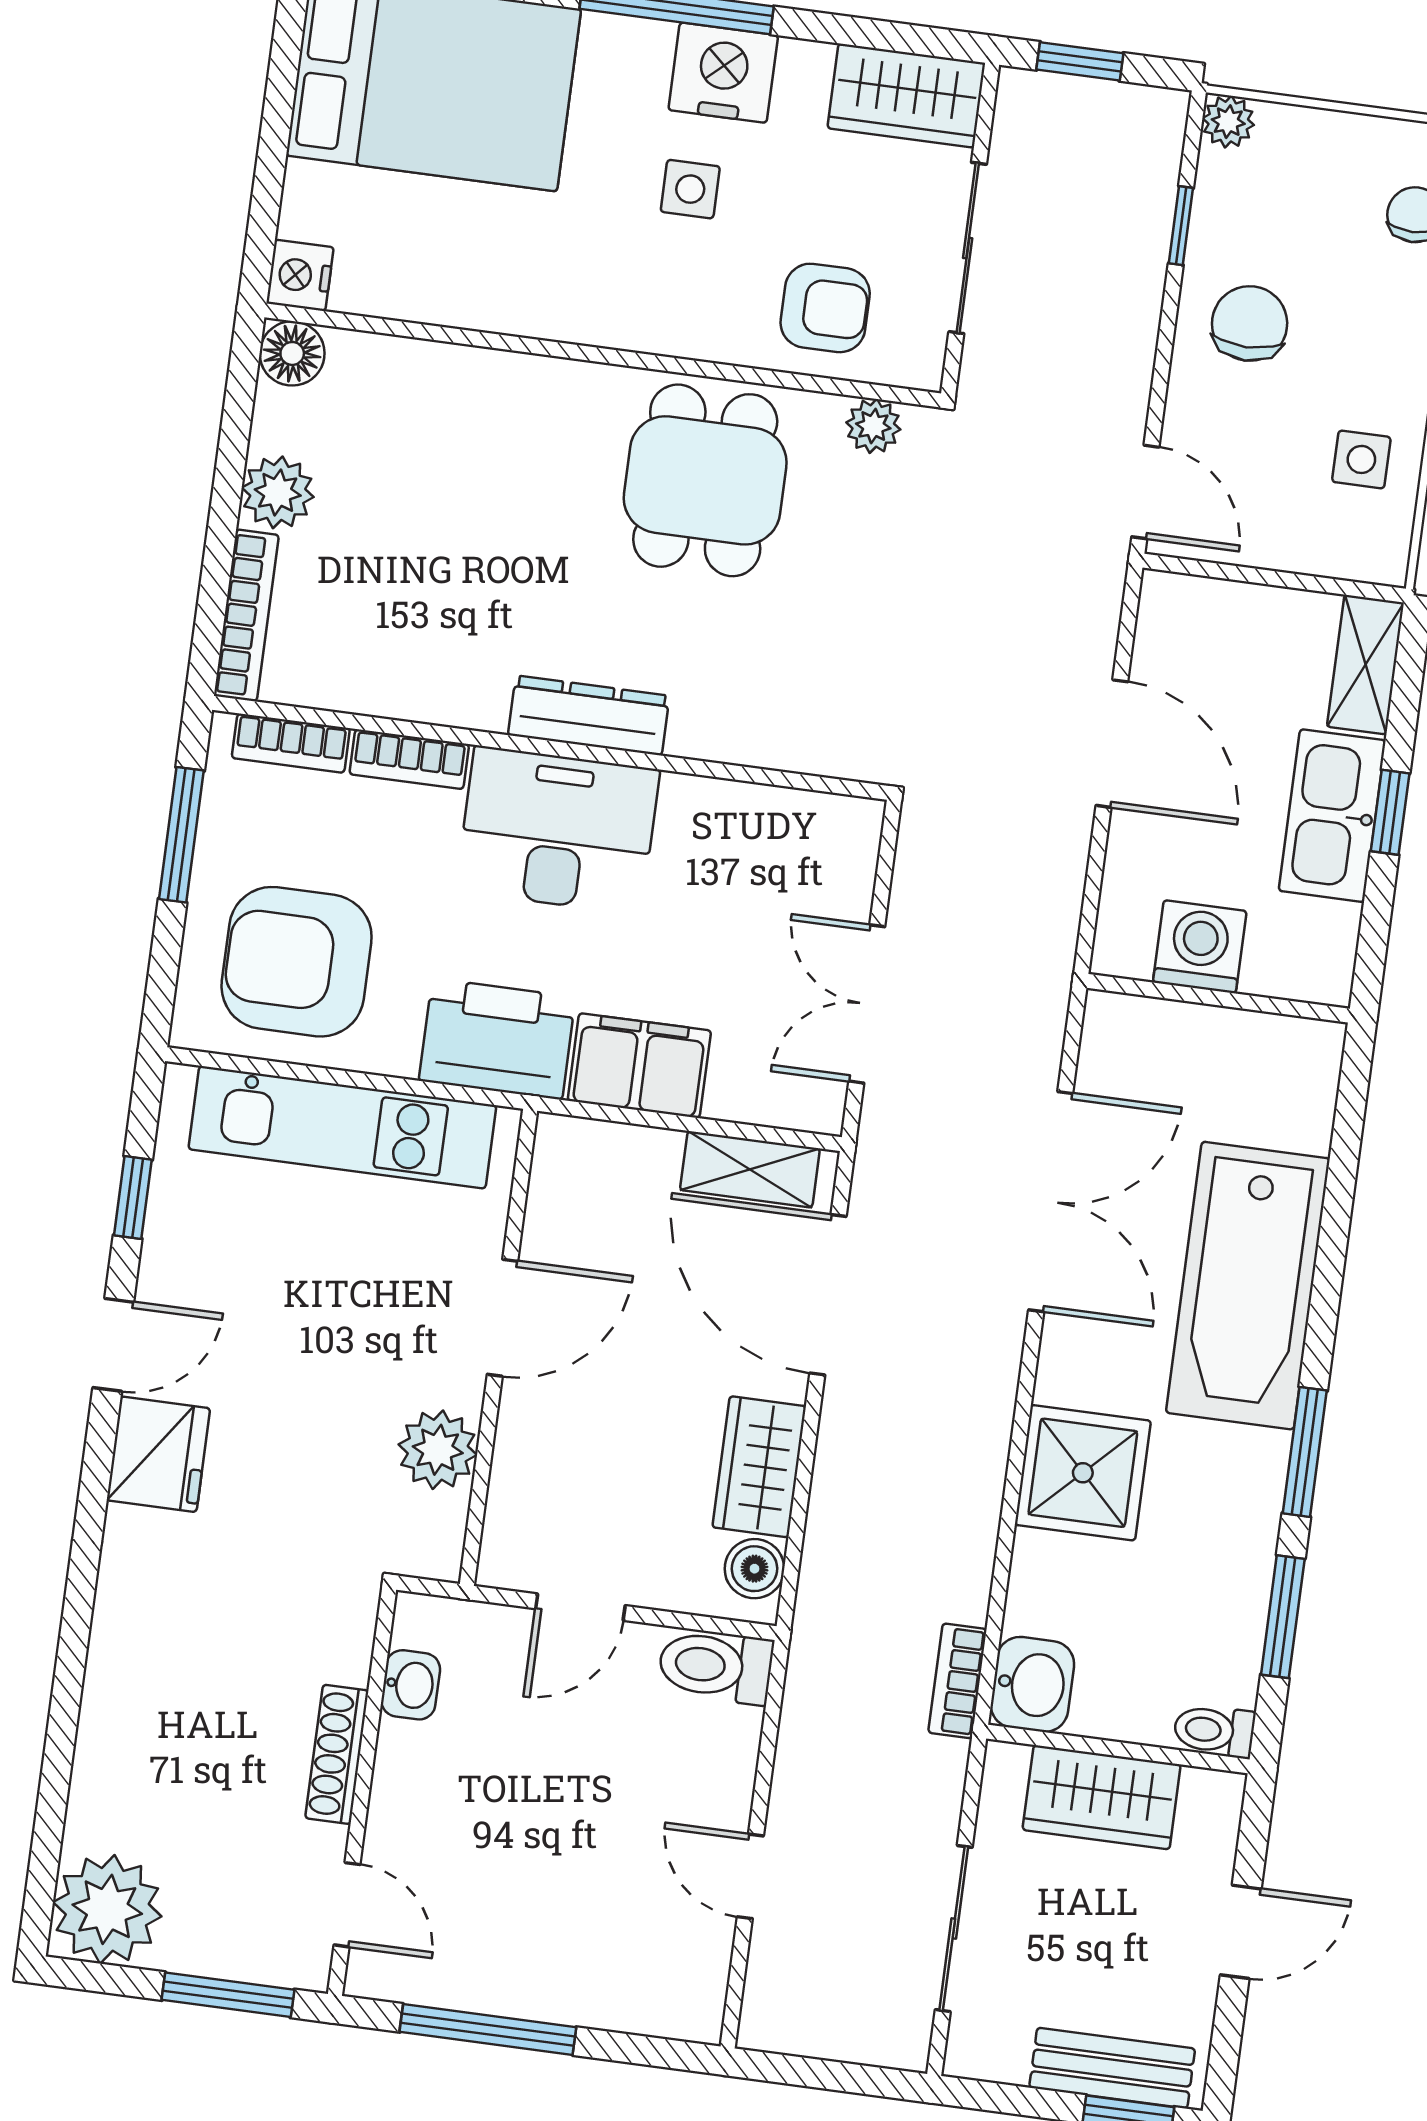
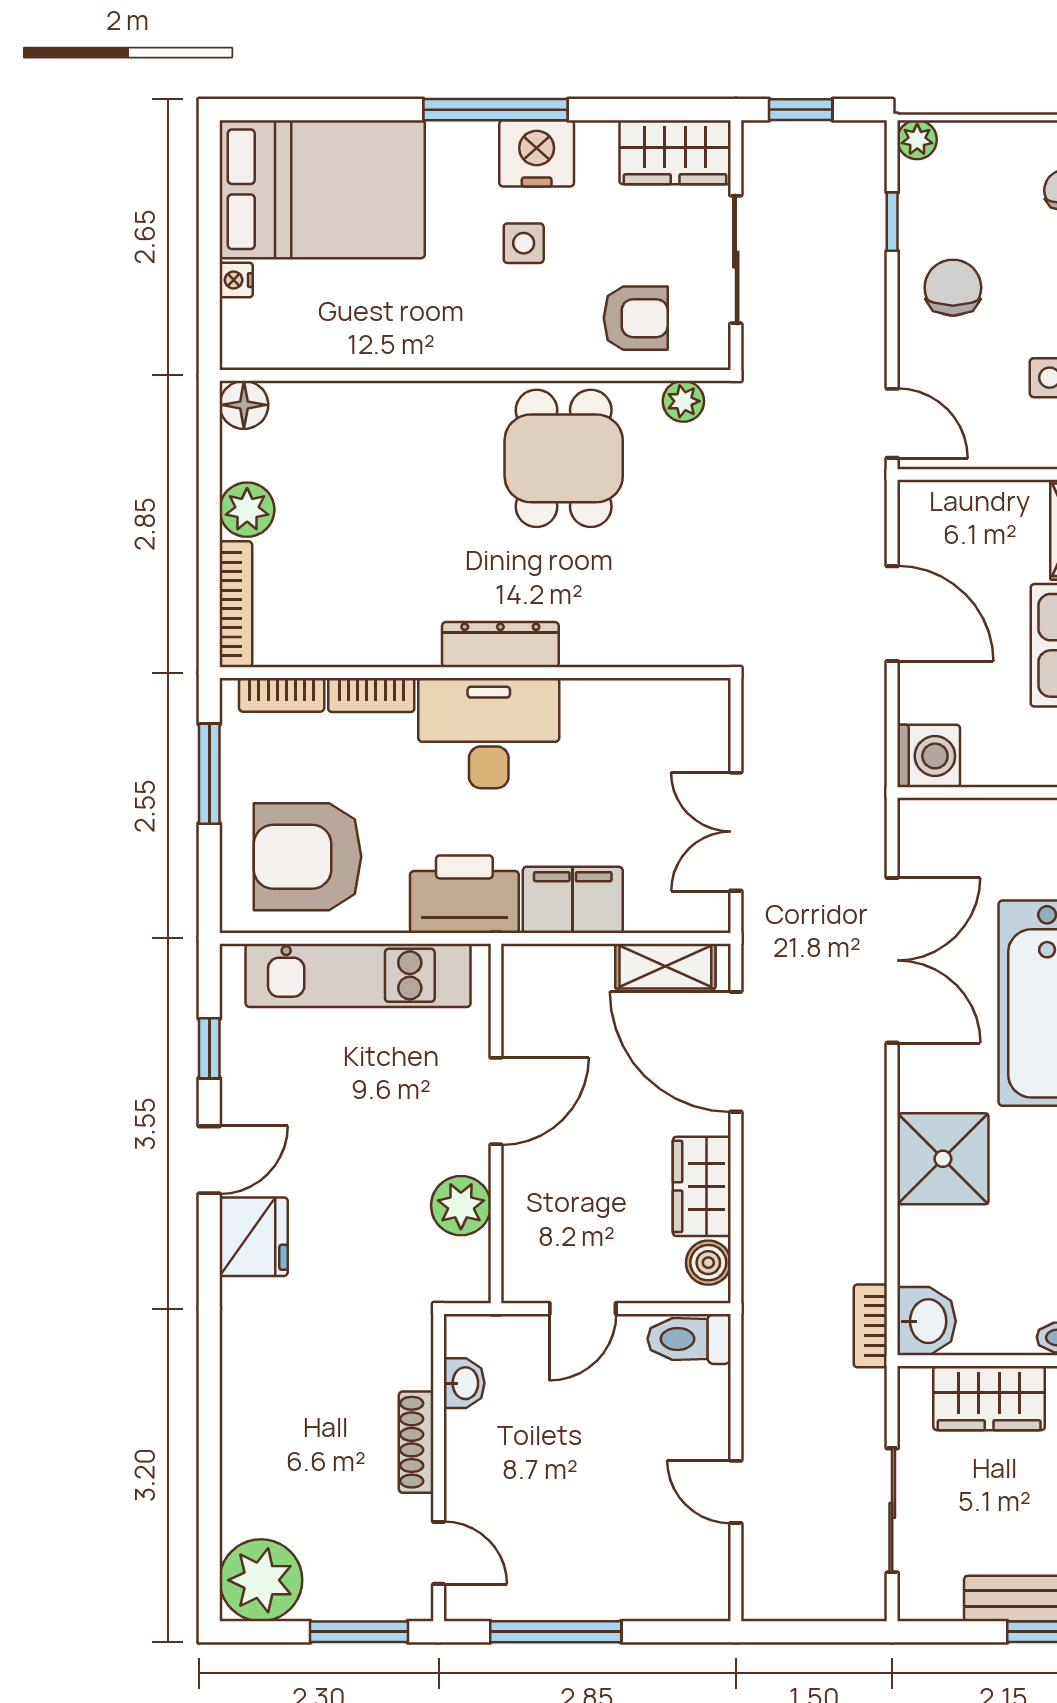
nightstand: (300, 275) -> (236, 280), moved, width x0.72, depth x0.74
washing machine: (1200, 947) -> (929, 756), moved, turned 90

